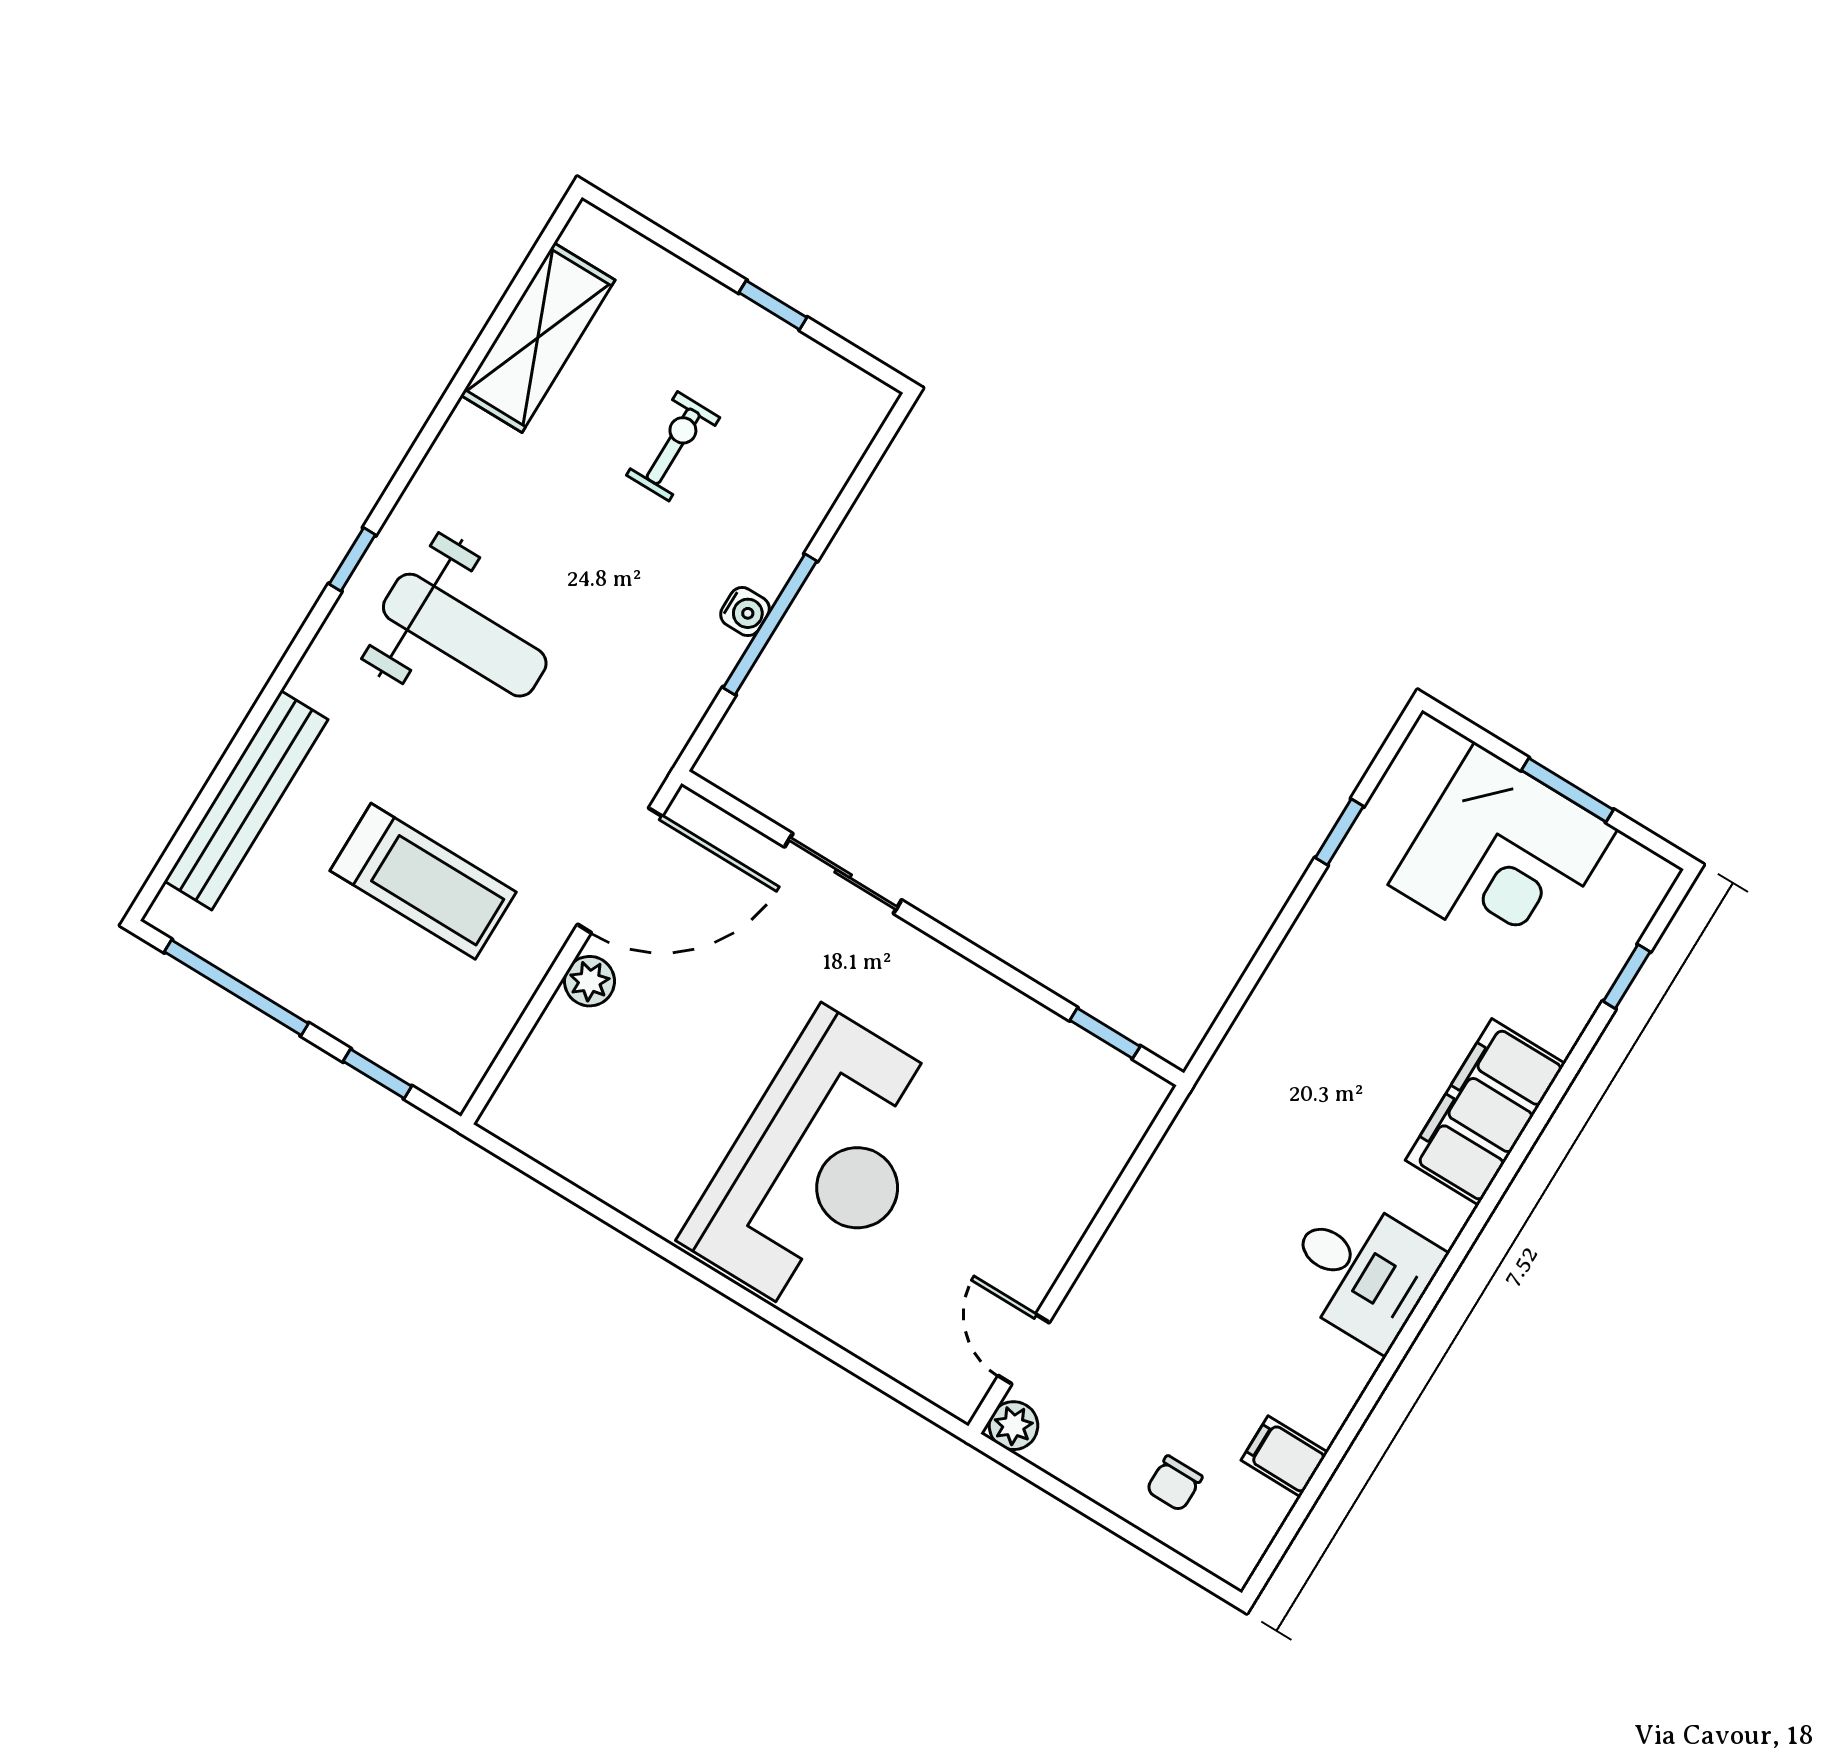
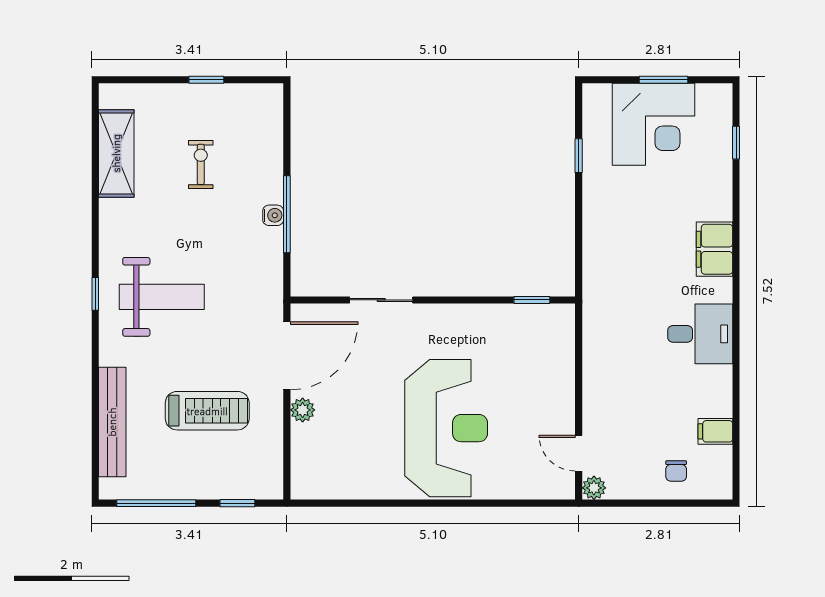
filing cabinet: (1485, 1112) -> (714, 249), width x0.67, depth x0.86

